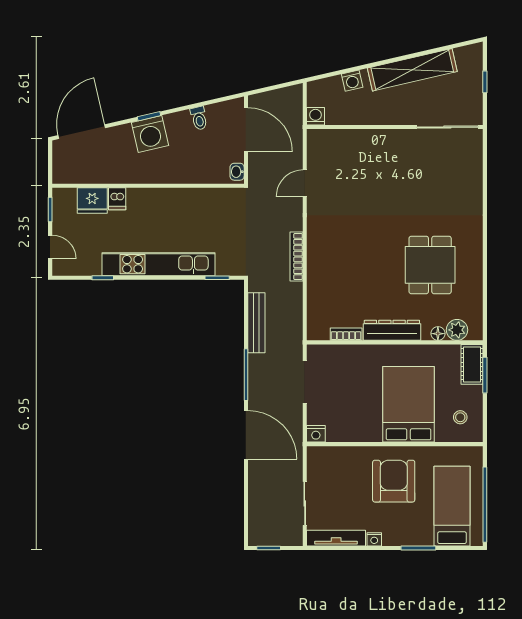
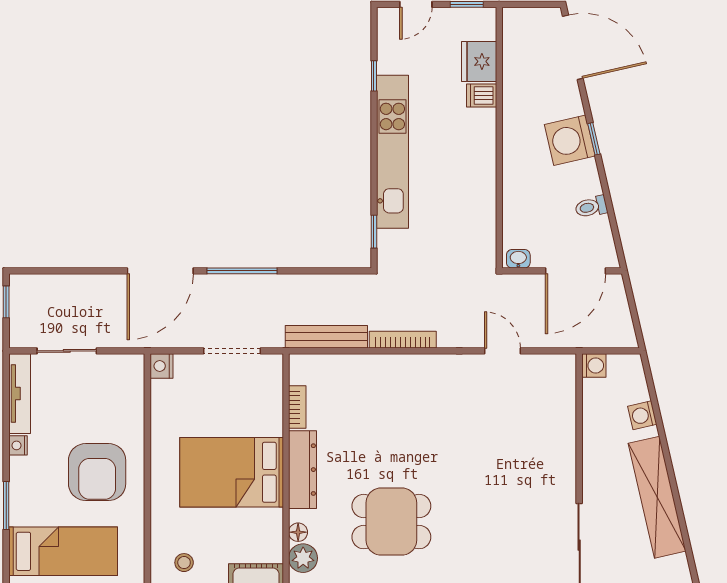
bench: (256, 323) -> (326, 337), moved
bed: (409, 404) -> (232, 472), moved, turned 180
armchair: (394, 481) -> (97, 472), turned 90

